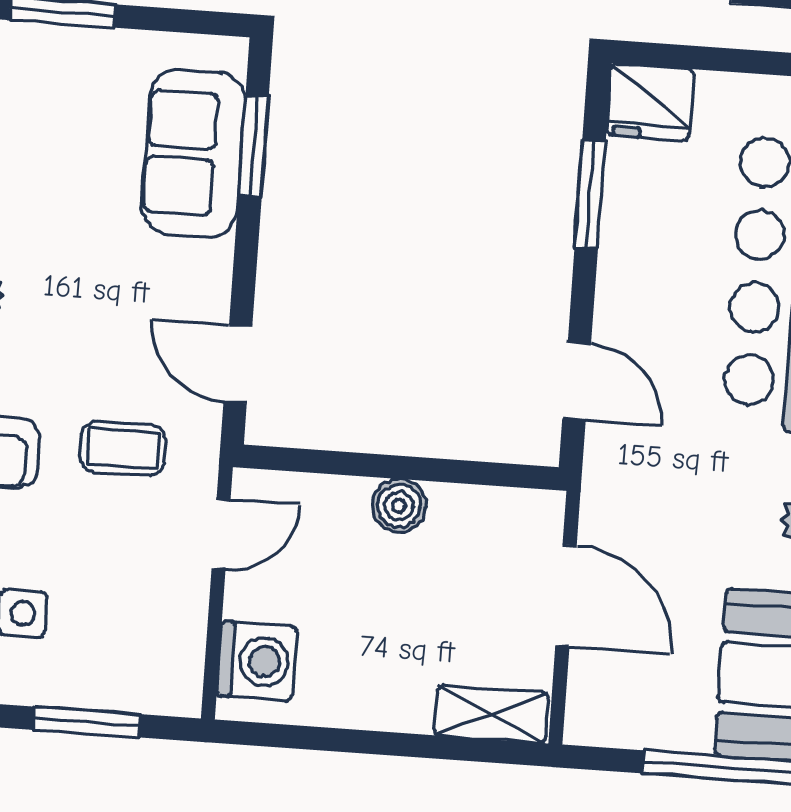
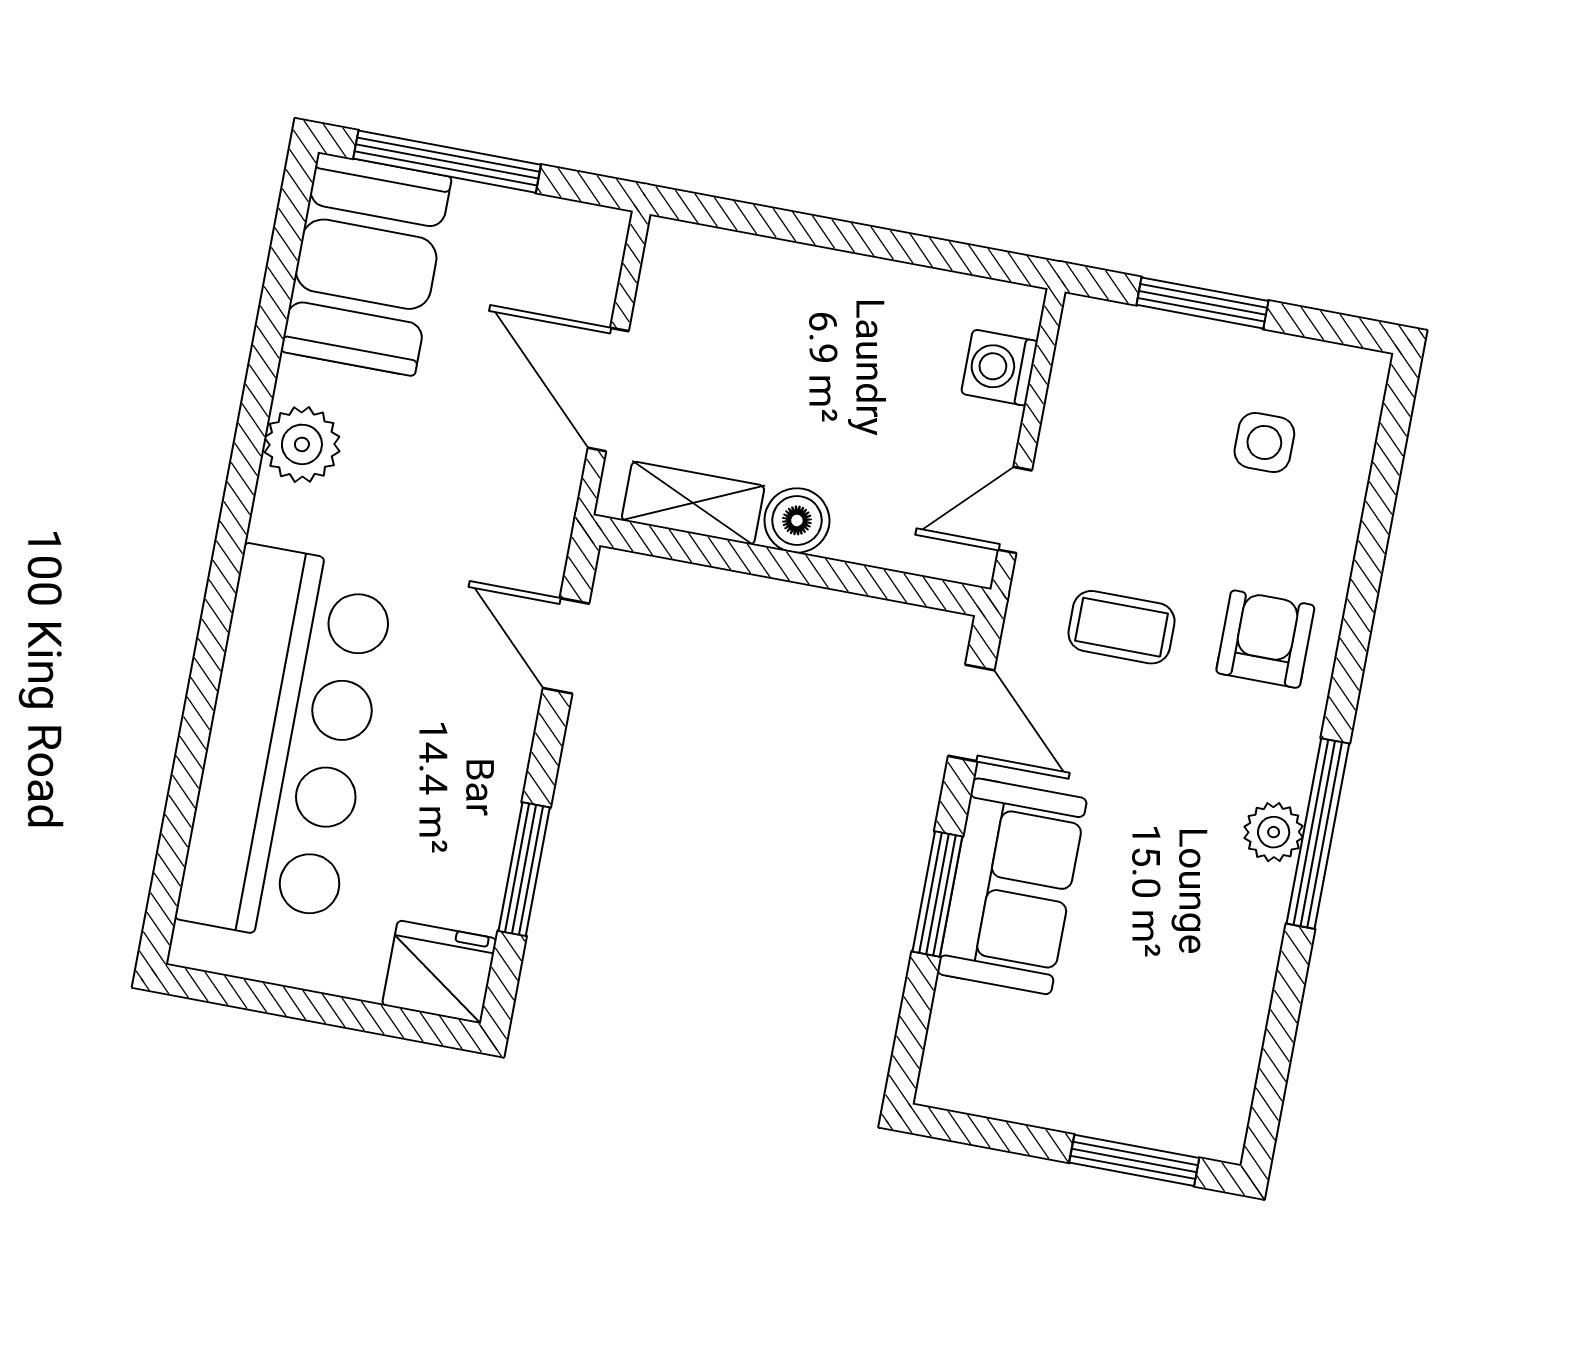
window: (254, 146) -> (937, 894), moved
sofa: (193, 153) -> (1012, 886), moved
washing machine: (257, 661) -> (999, 367), width x0.73, depth x0.73
shelving: (491, 714) -> (693, 503), moved

